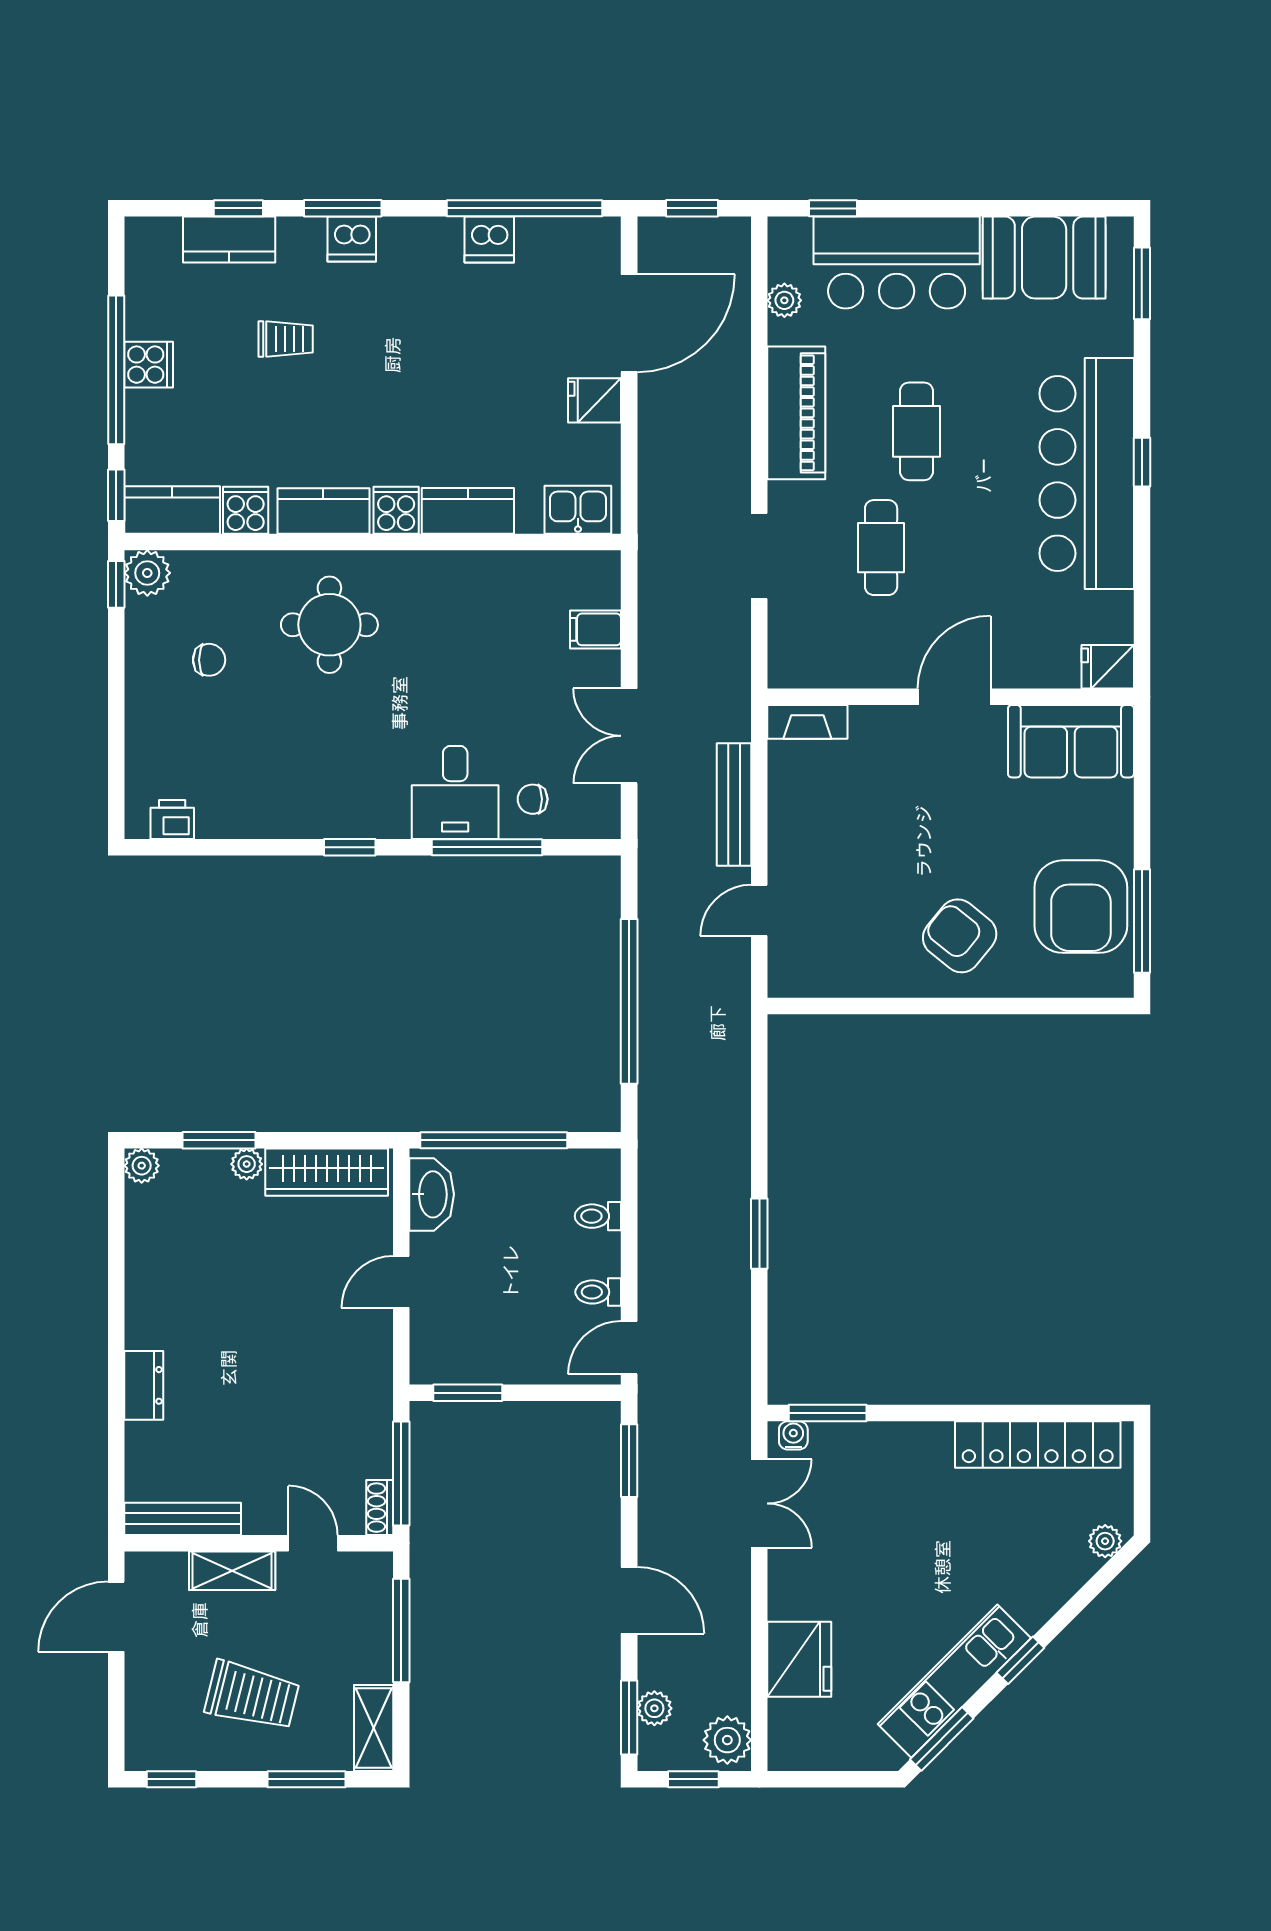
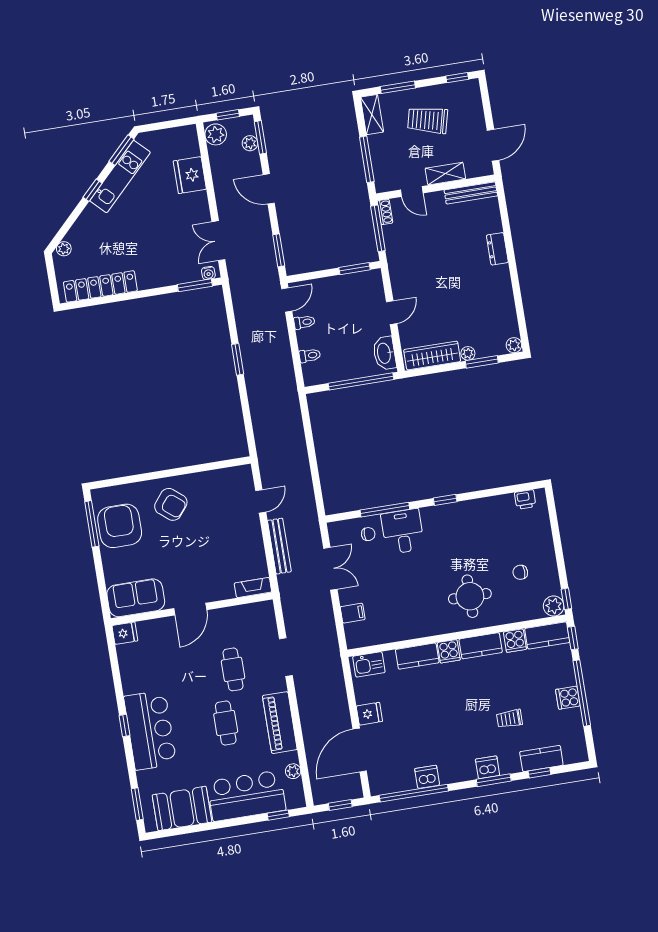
bar counter: (1087, 473) -> (150, 730), width x0.73
window: (629, 1001) -> (311, 452), removed

